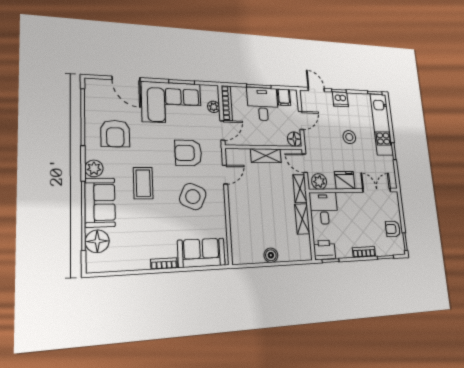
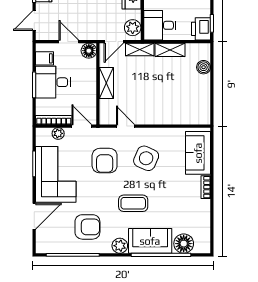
boiler: (271, 255) -> (204, 67), moved

